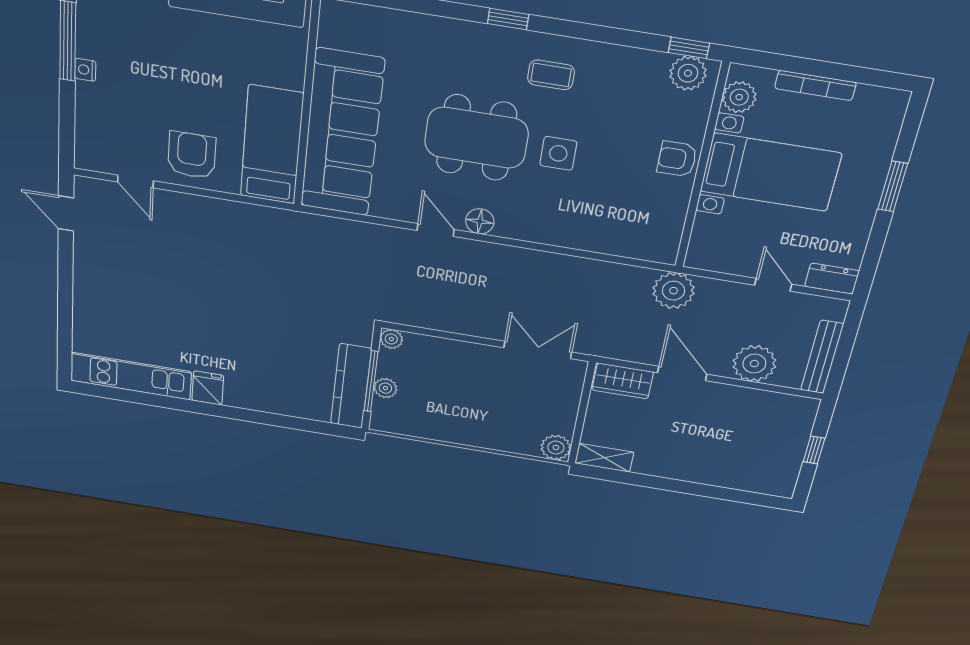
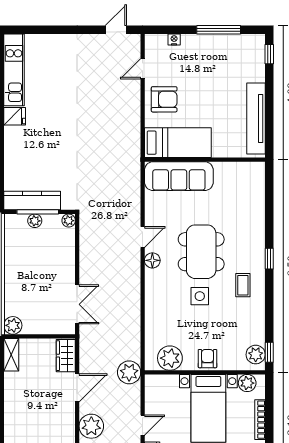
nightstand: (85, 70) -> (174, 39), moved
sofa: (342, 133) -> (179, 176), width x0.74, depth x0.79
plant: (662, 221) -> (170, 358), added

